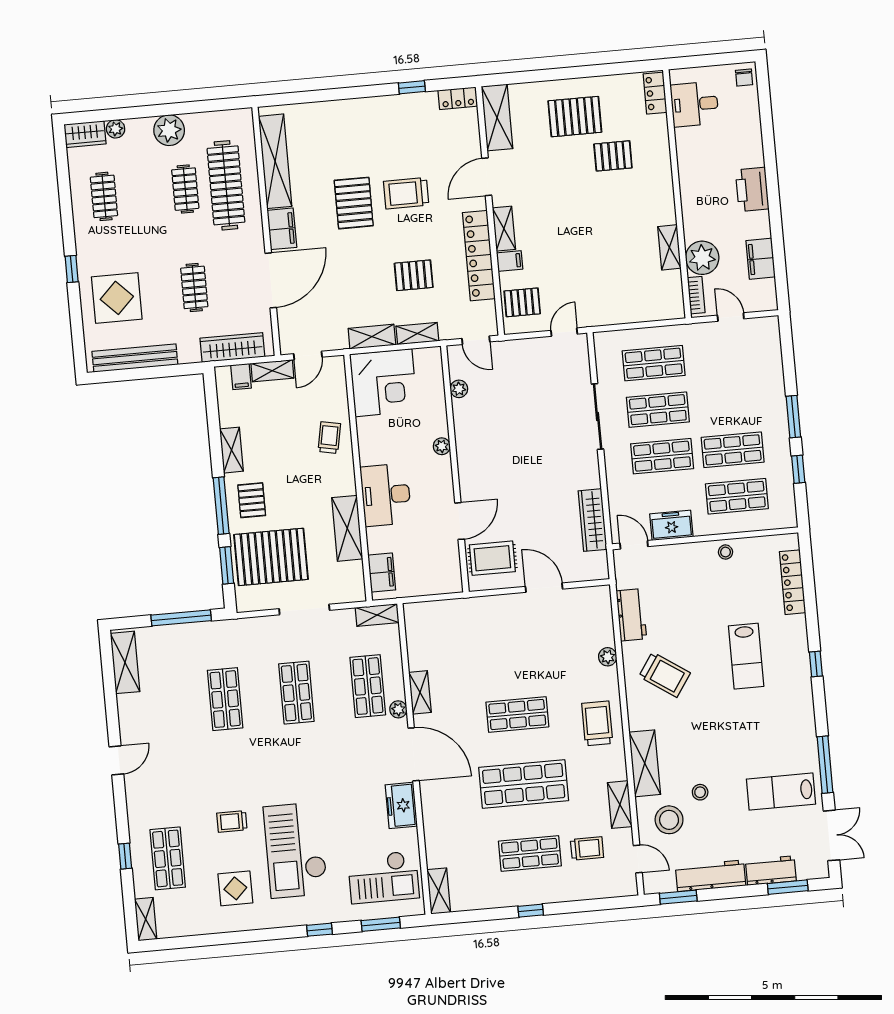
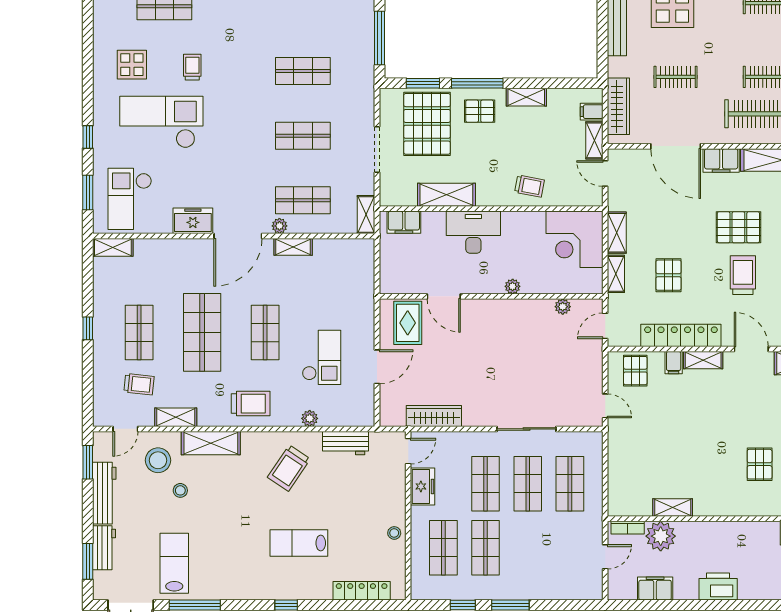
checkout: (539, 650) -> (322, 357), added
trolley: (587, 848) -> (139, 384), turned -84

